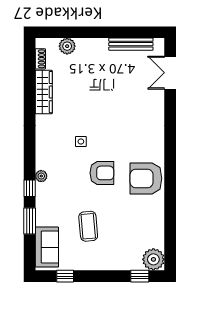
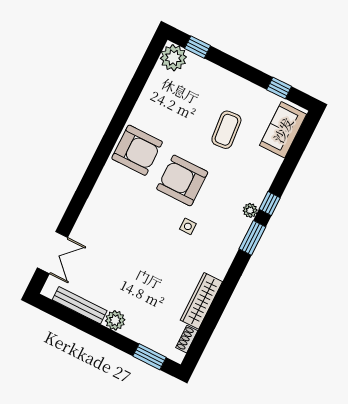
window: (61, 32) -> (150, 357), added
plant: (67, 46) -> (115, 320), moved
armchair: (102, 173) -> (182, 180), width x1.36, depth x1.36
window: (30, 221) -> (252, 238), moved

